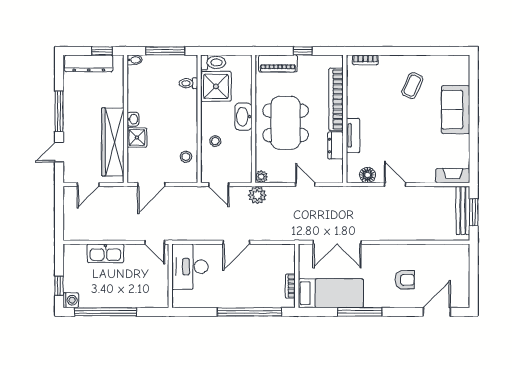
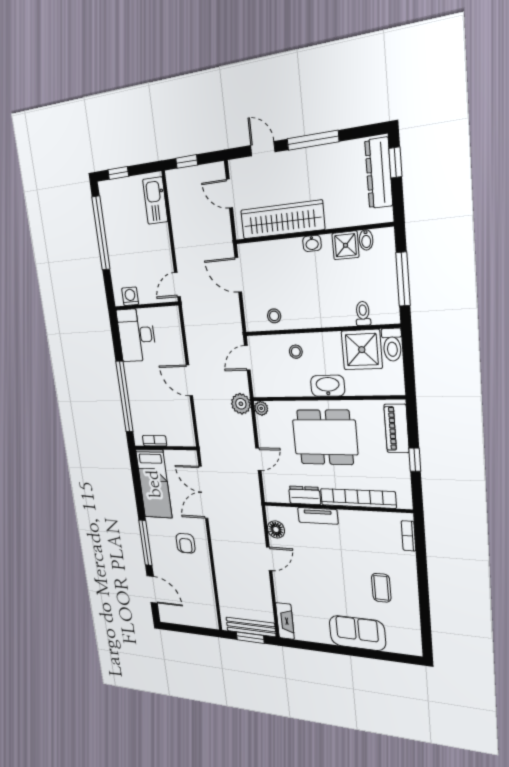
window: (102, 51) -> (395, 162), moved
bidet: (135, 60) -> (366, 240), moved
coffee table: (412, 86) -> (381, 588), turned 66
shower: (137, 137) -> (346, 245), moved
window: (59, 219) -> (187, 162), added
kitchen sink: (105, 253) -> (155, 201), moved
desk: (190, 267) -> (136, 335), moved, turned -90
armchair: (405, 280) -> (186, 543), moved
washing machine: (71, 300) -> (130, 296), moved, turned 180
window: (360, 312) -> (145, 543), moved

